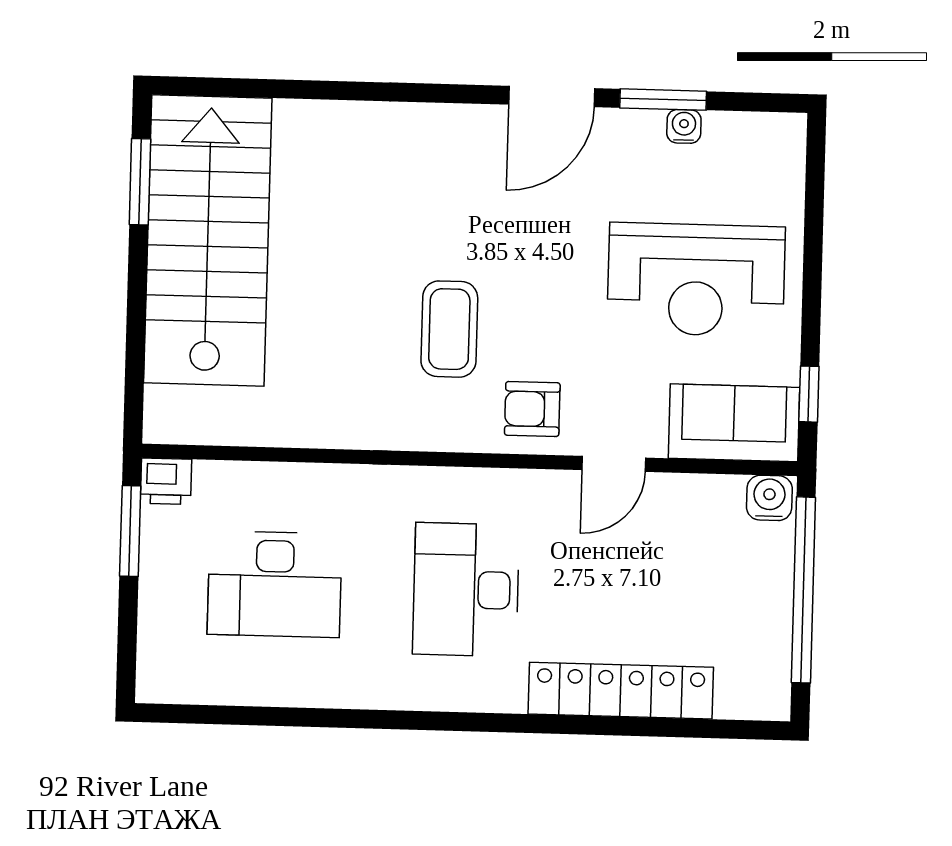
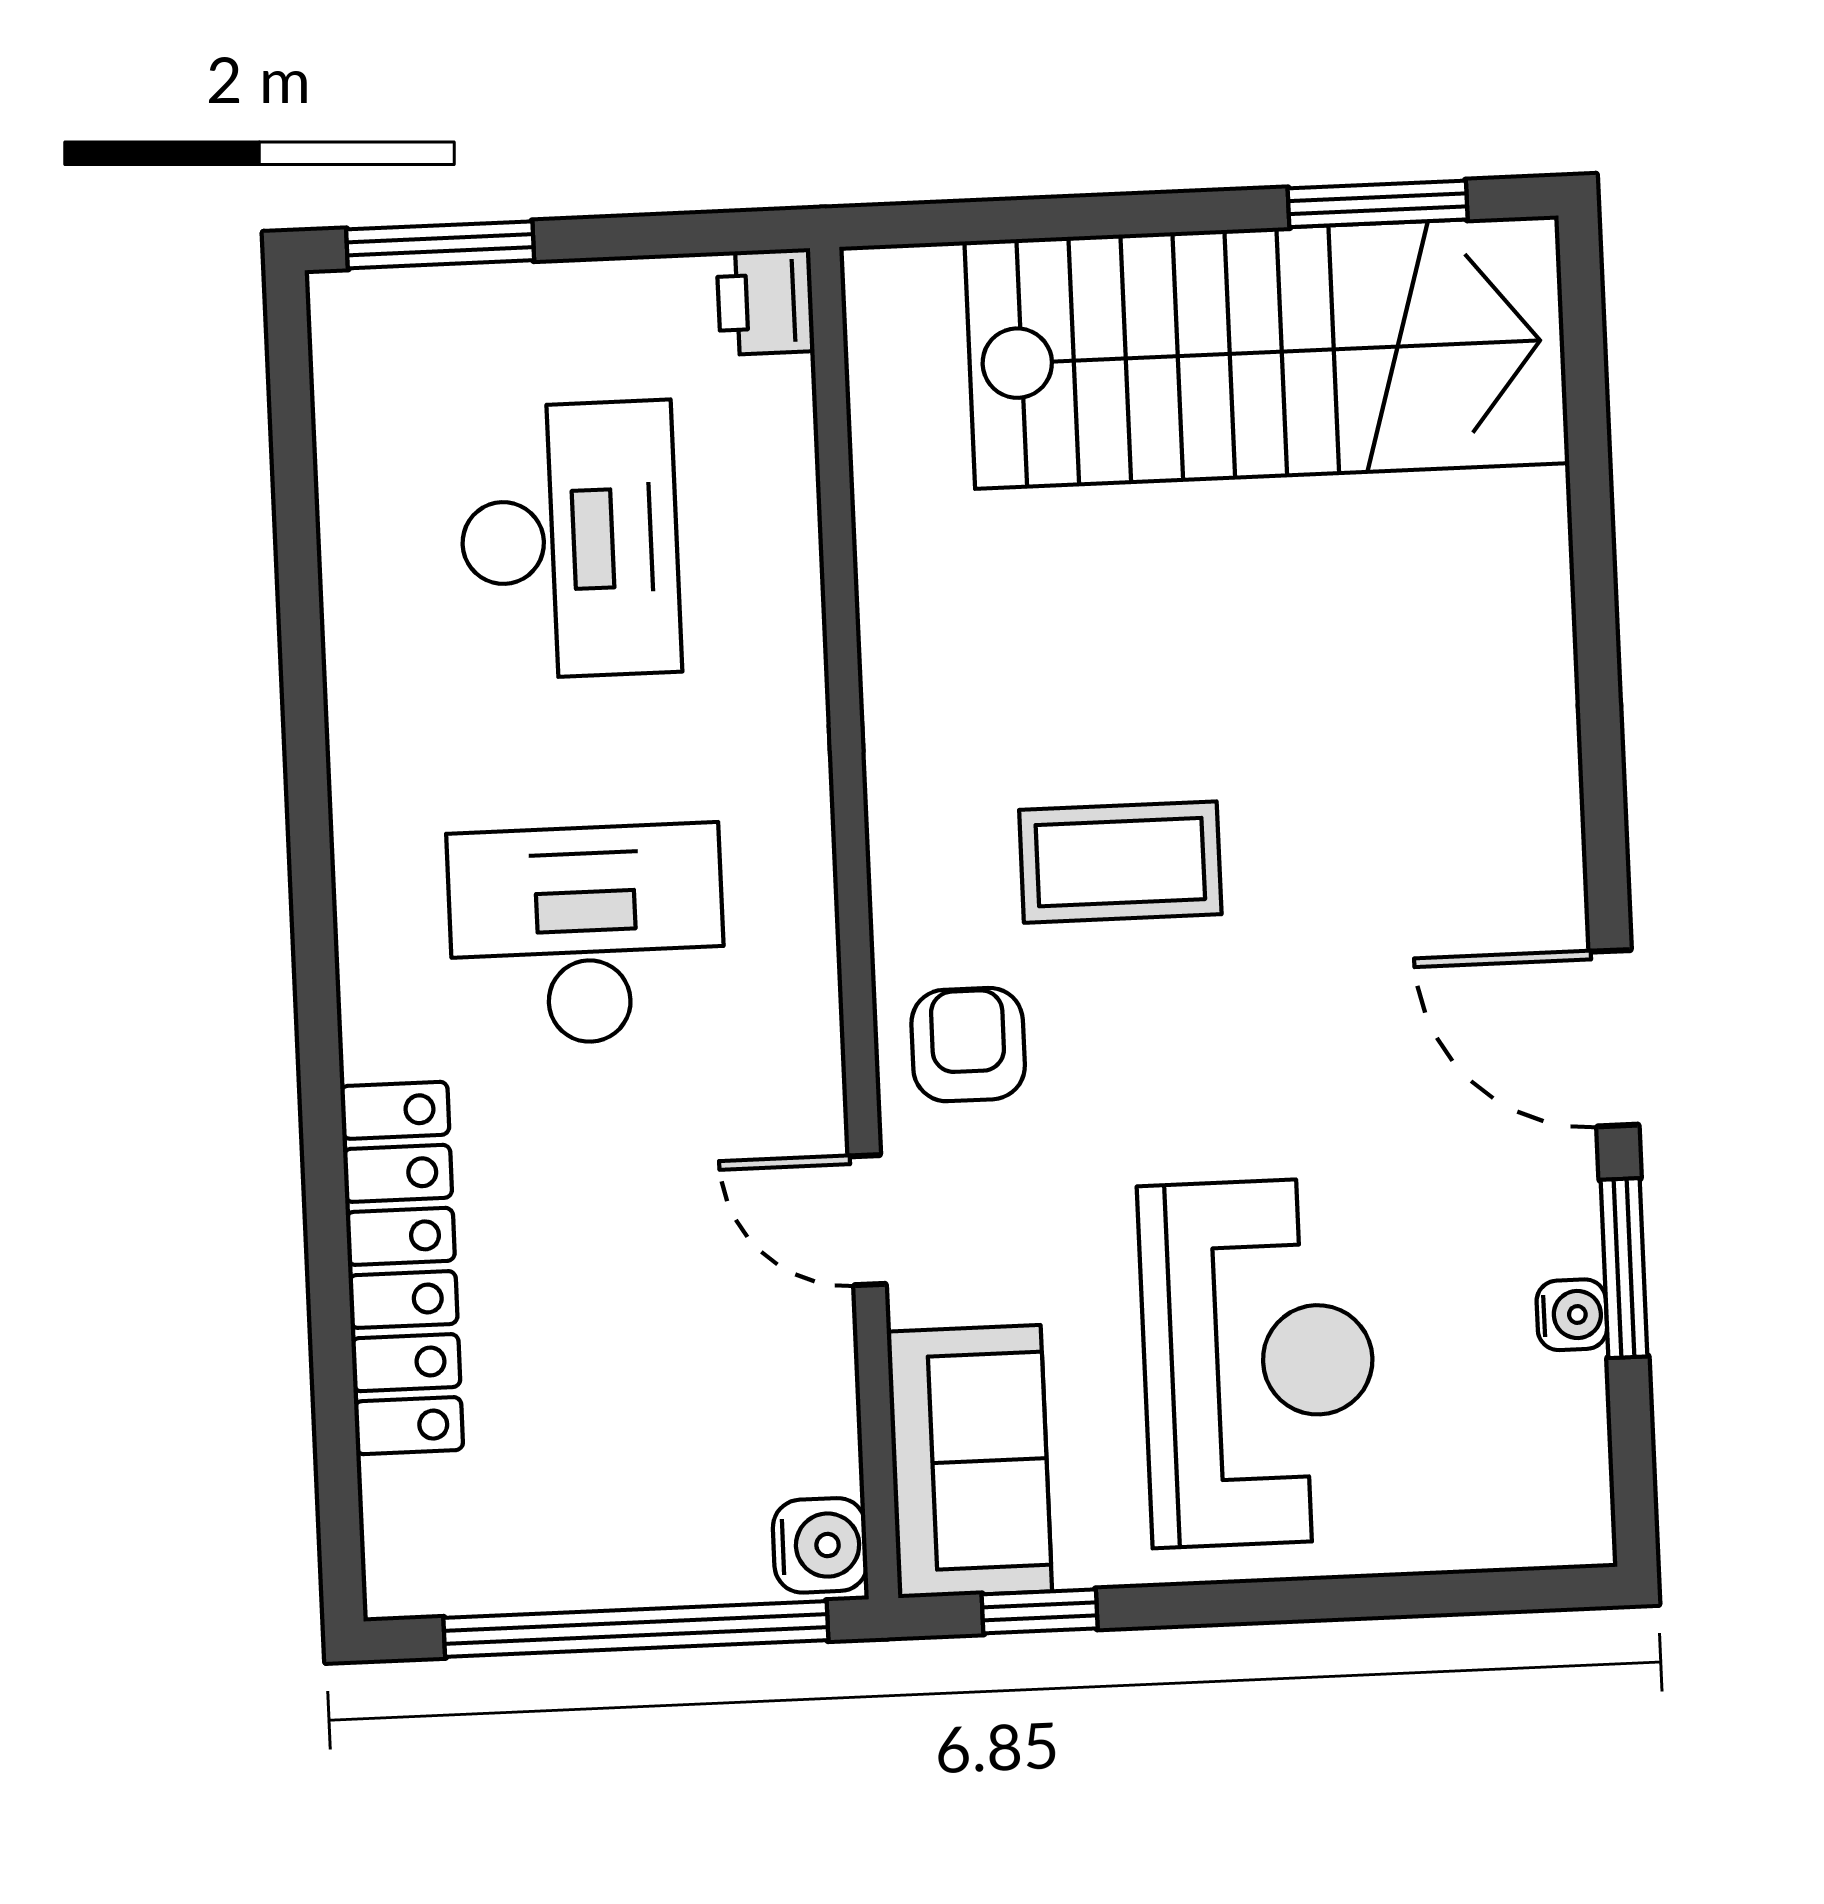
reception desk: (696, 280) -> (1258, 1362), turned 180
window: (130, 531) -> (440, 245), moved
desk: (275, 584) -> (570, 540), turned 180

